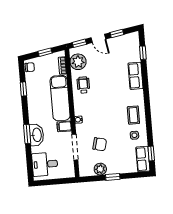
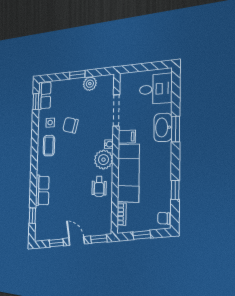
plant: (78, 62) -> (103, 160), moved
chair: (100, 144) -> (70, 125), moved

